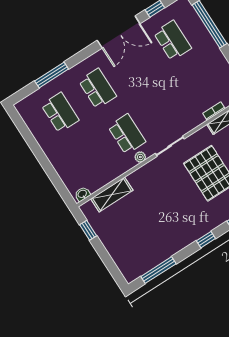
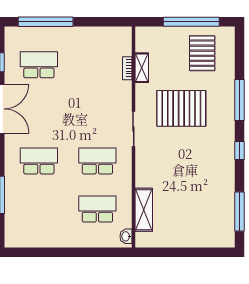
school desk: (60, 113) -> (97, 209), moved
plant: (140, 157) -> (126, 162), removed
window: (88, 230) -> (162, 252), removed

